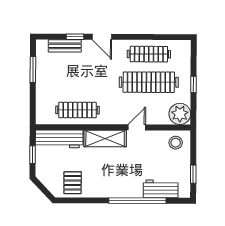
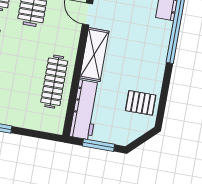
window: (33, 155) -> (99, 145), width x1.50

